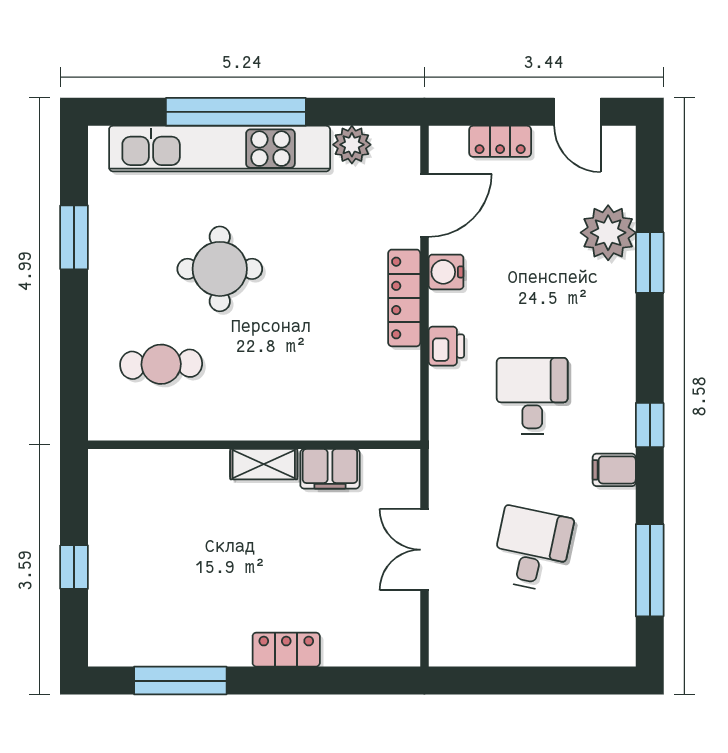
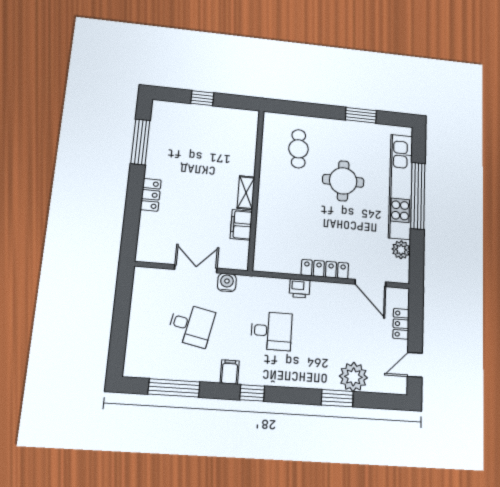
water cooler: (446, 272) -> (227, 282), moved

